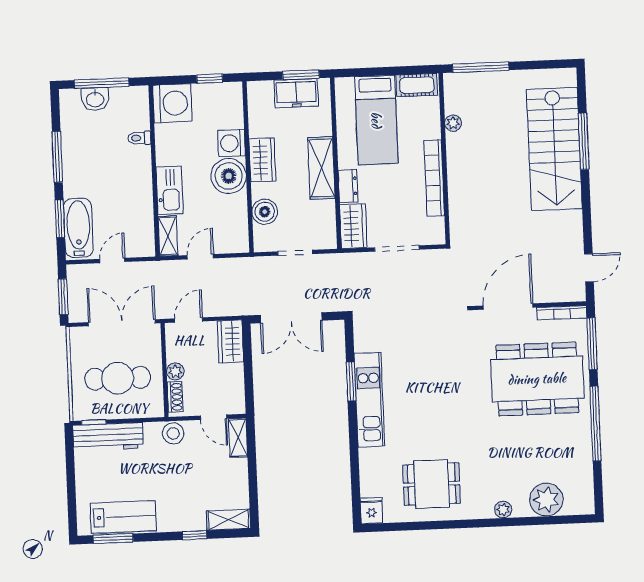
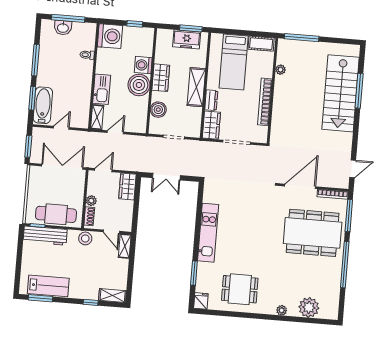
double door: (291, 318) -> (166, 177), width x0.73
cafe table: (118, 378) -> (56, 214), moved
window: (351, 381) -> (194, 273), moved

